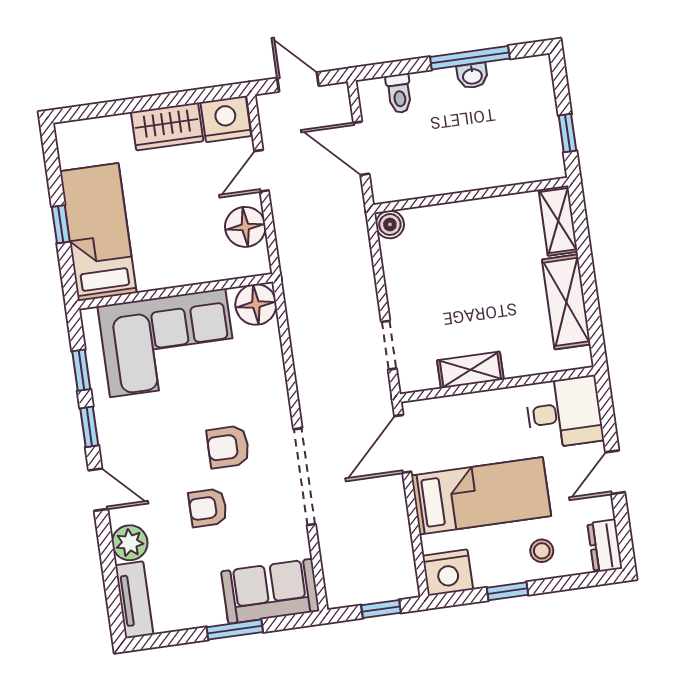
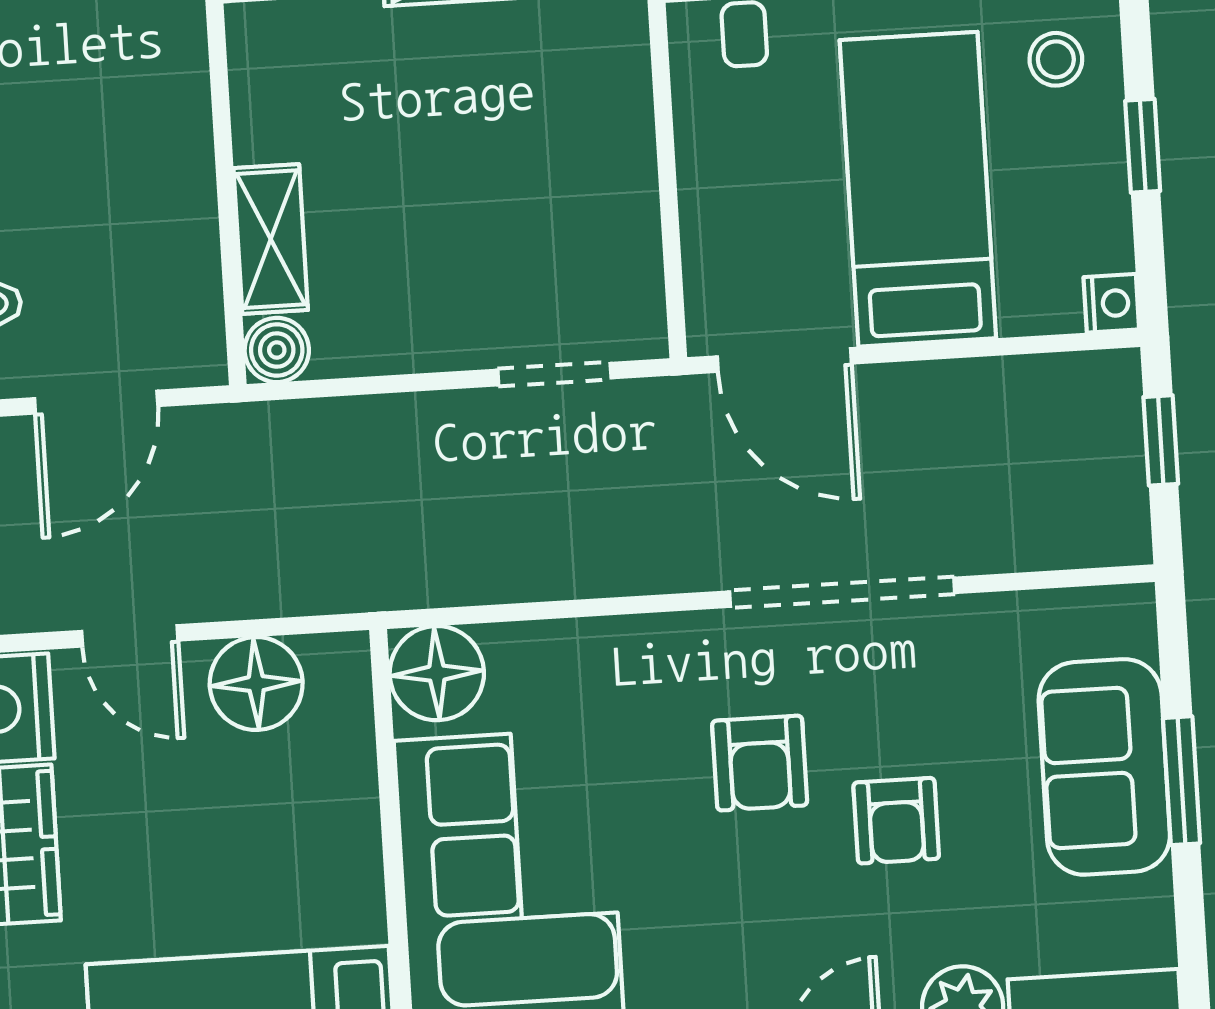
shelving: (470, 370) -> (271, 239), moved
nightstand: (448, 573) -> (1111, 303), width x0.53, depth x0.56
sofa: (270, 591) -> (1104, 767), moved

